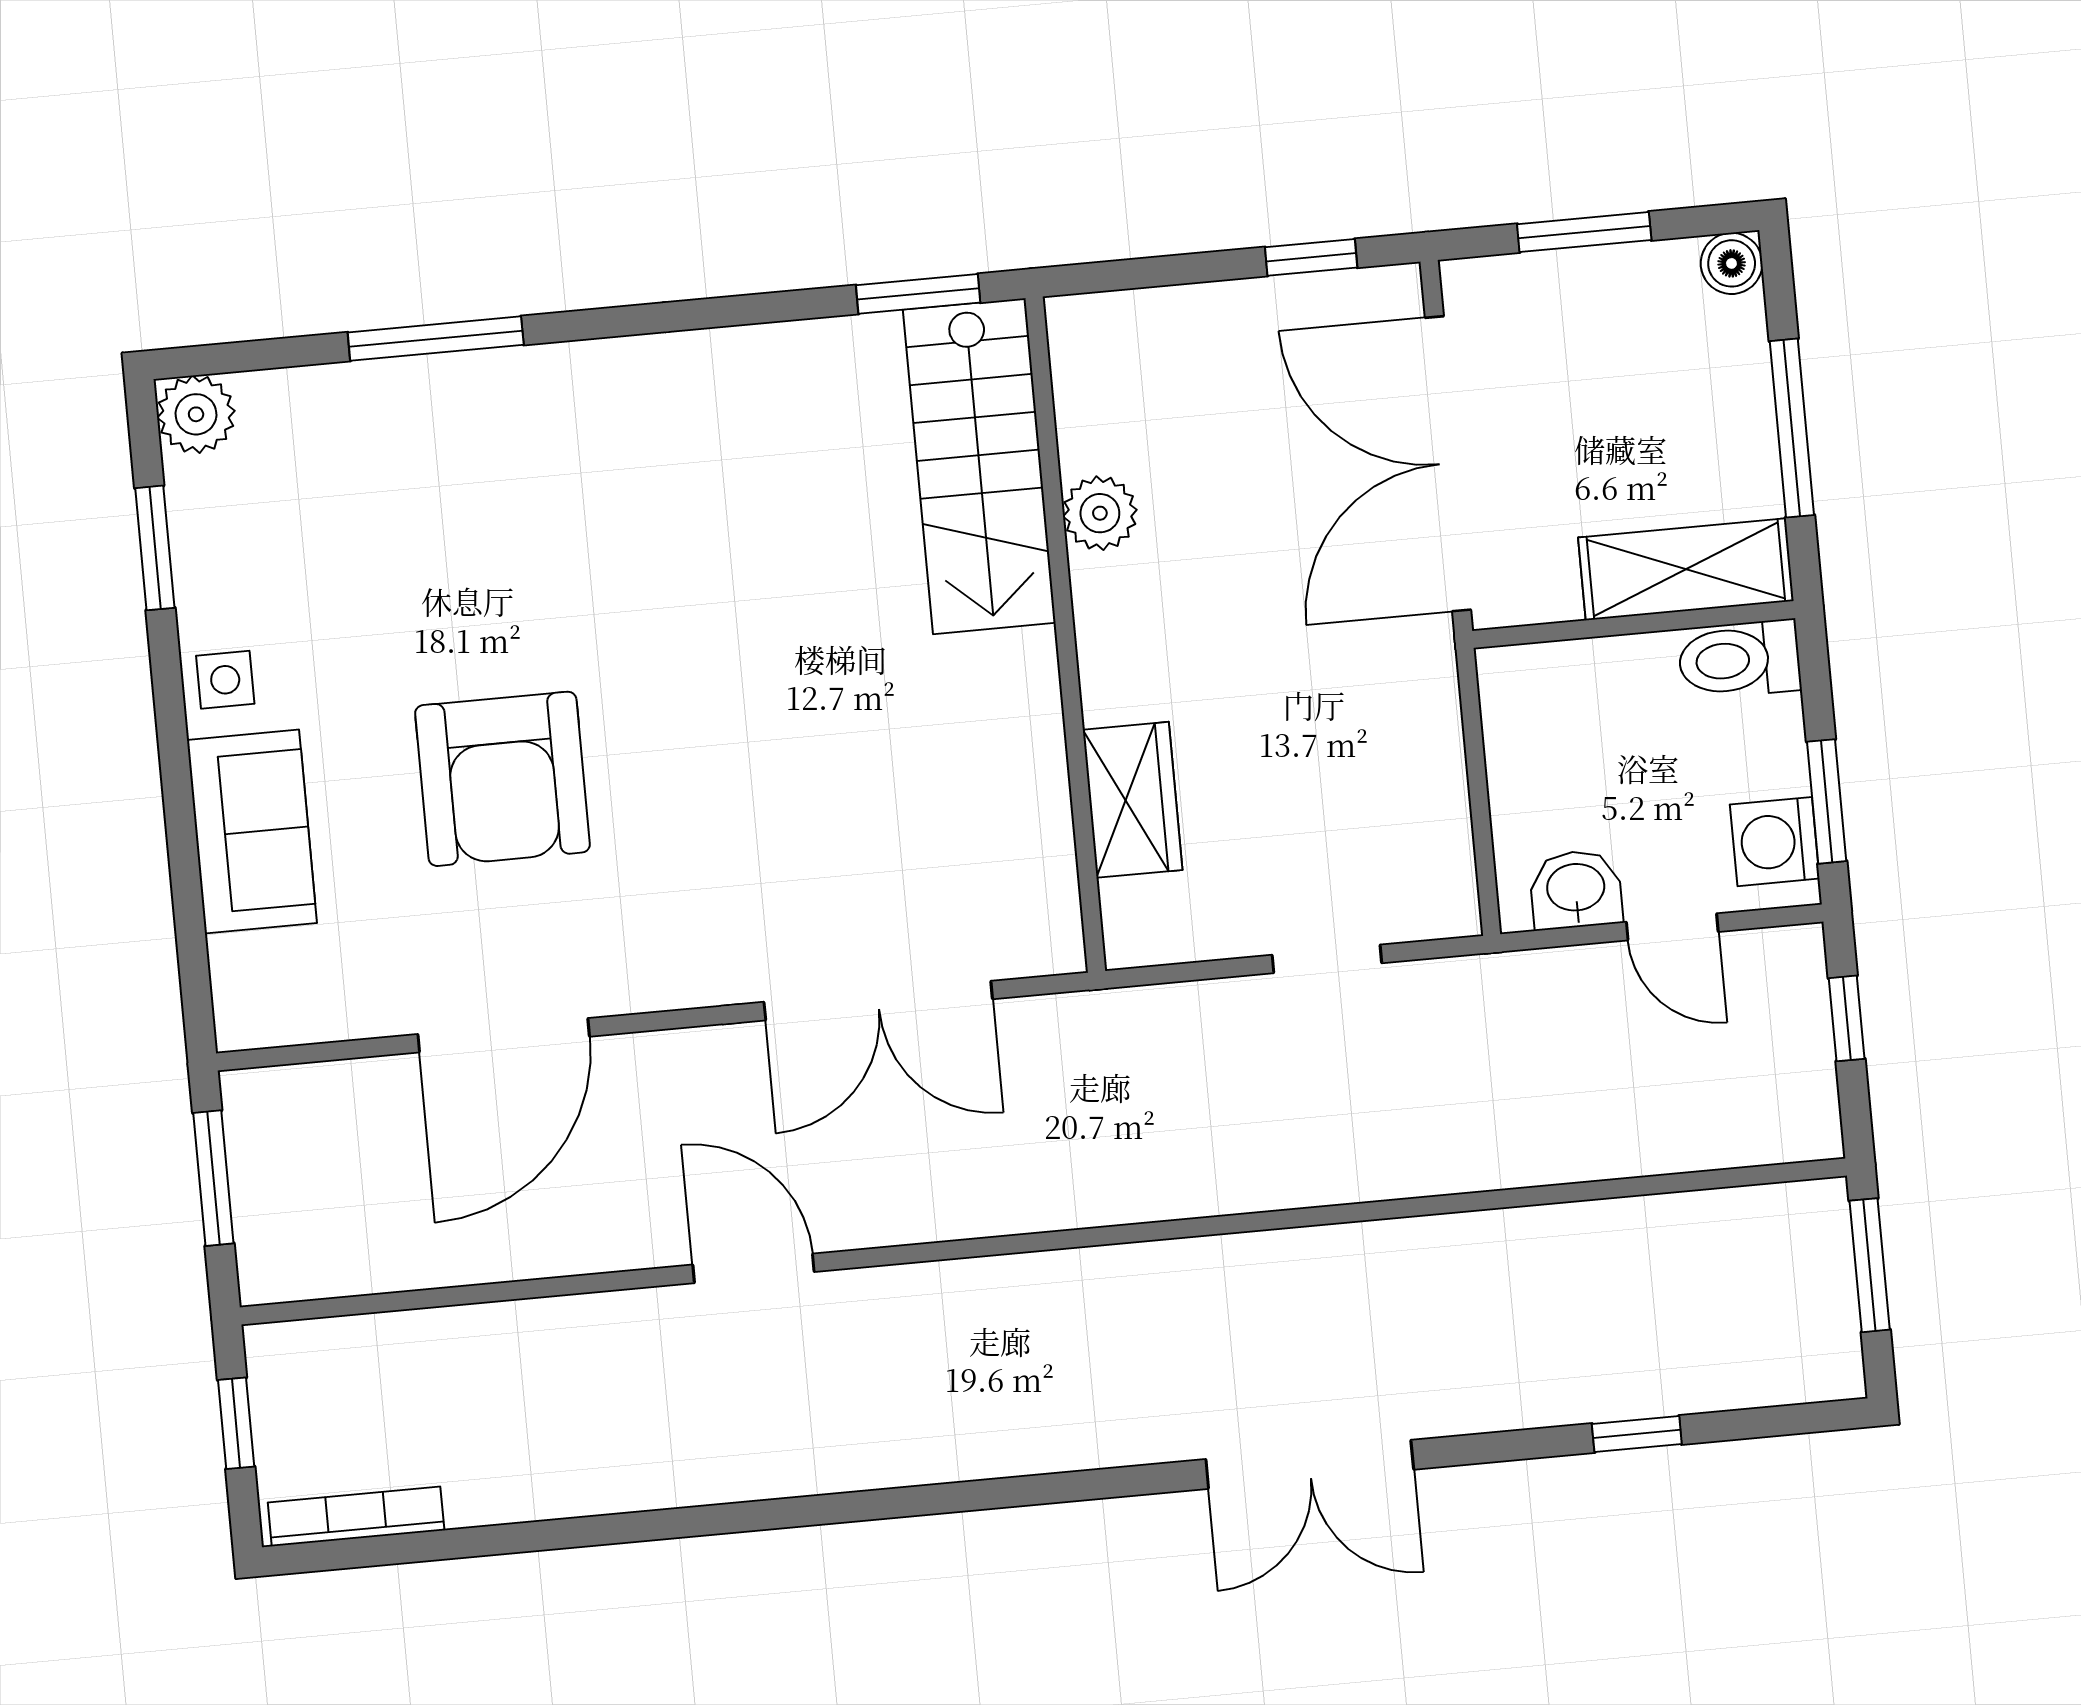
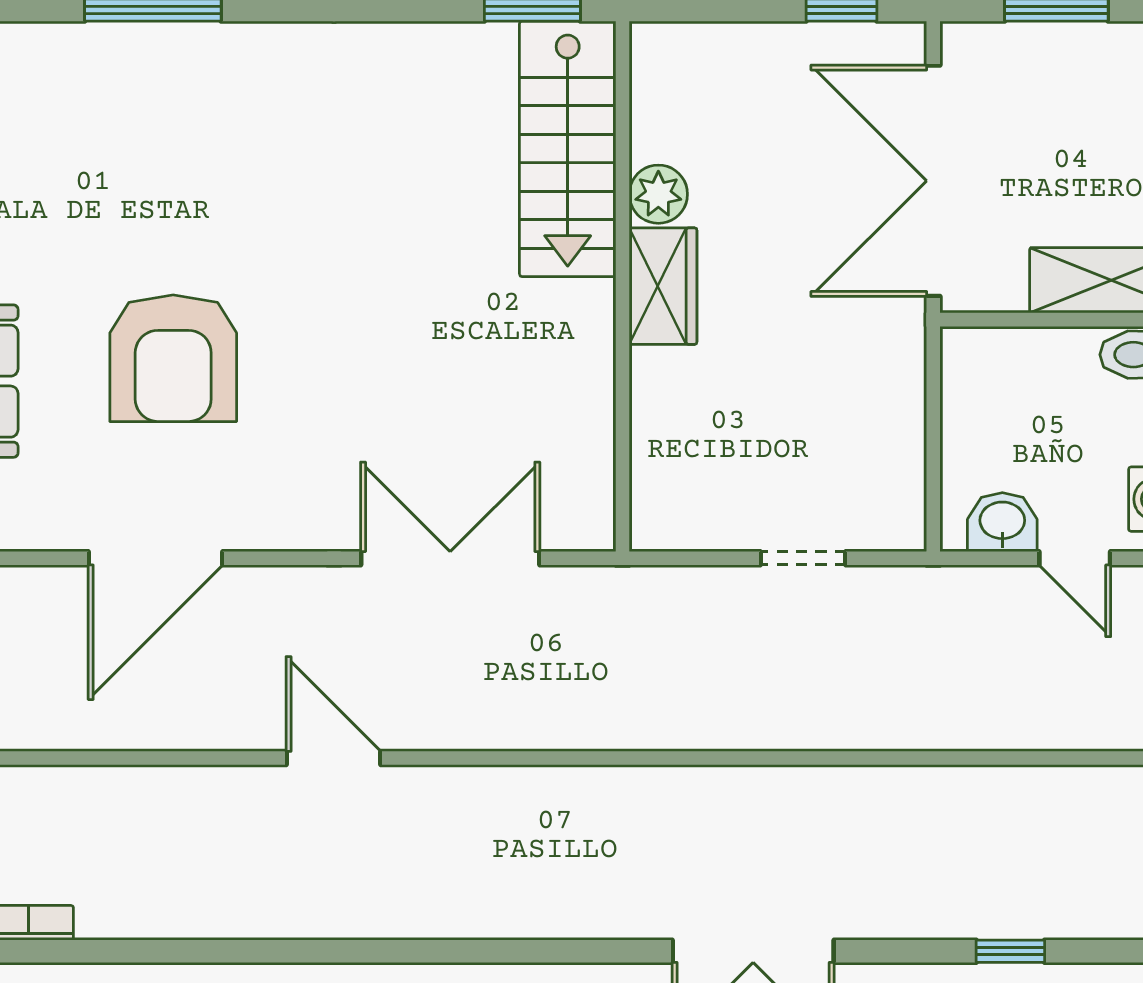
wardrobe: (1133, 800) -> (663, 286), moved
double door: (878, 1001) -> (450, 558), swing flipped

